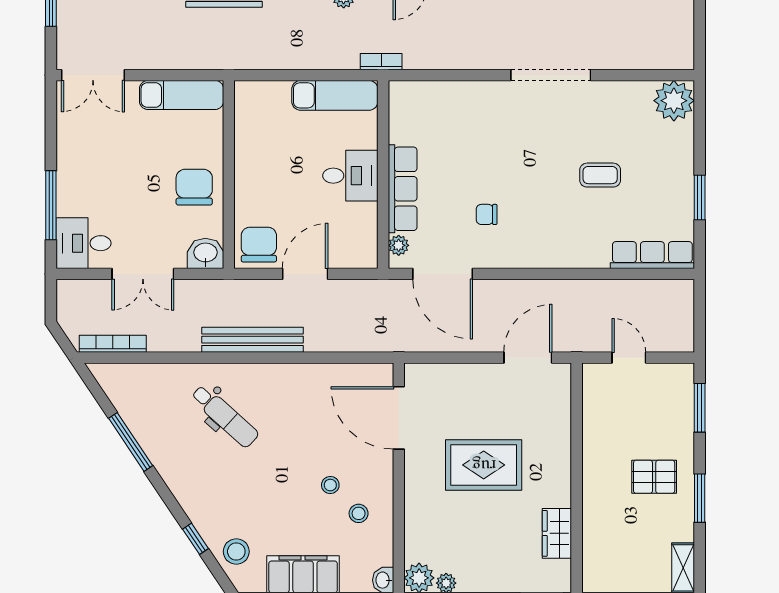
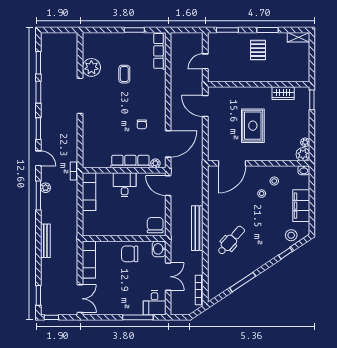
plant: (674, 101) -> (91, 67), moved
chair: (259, 245) -> (155, 225), turned 90
door: (305, 274) -> (168, 186), moved

